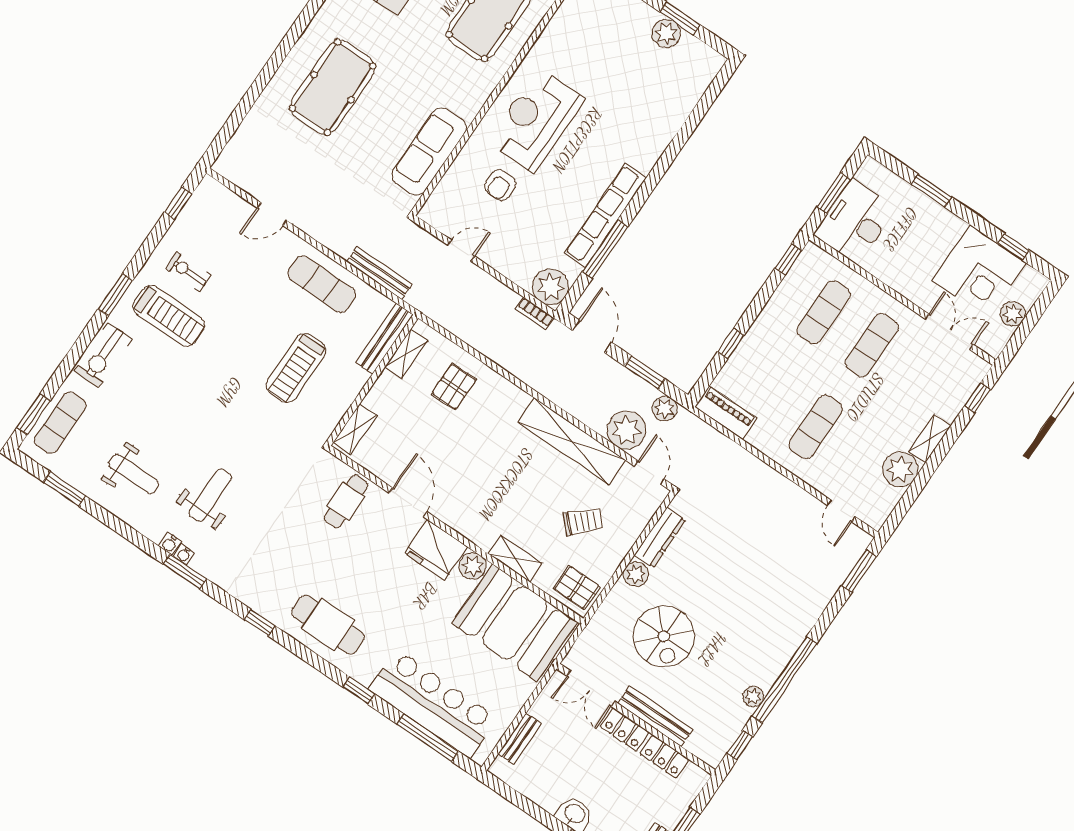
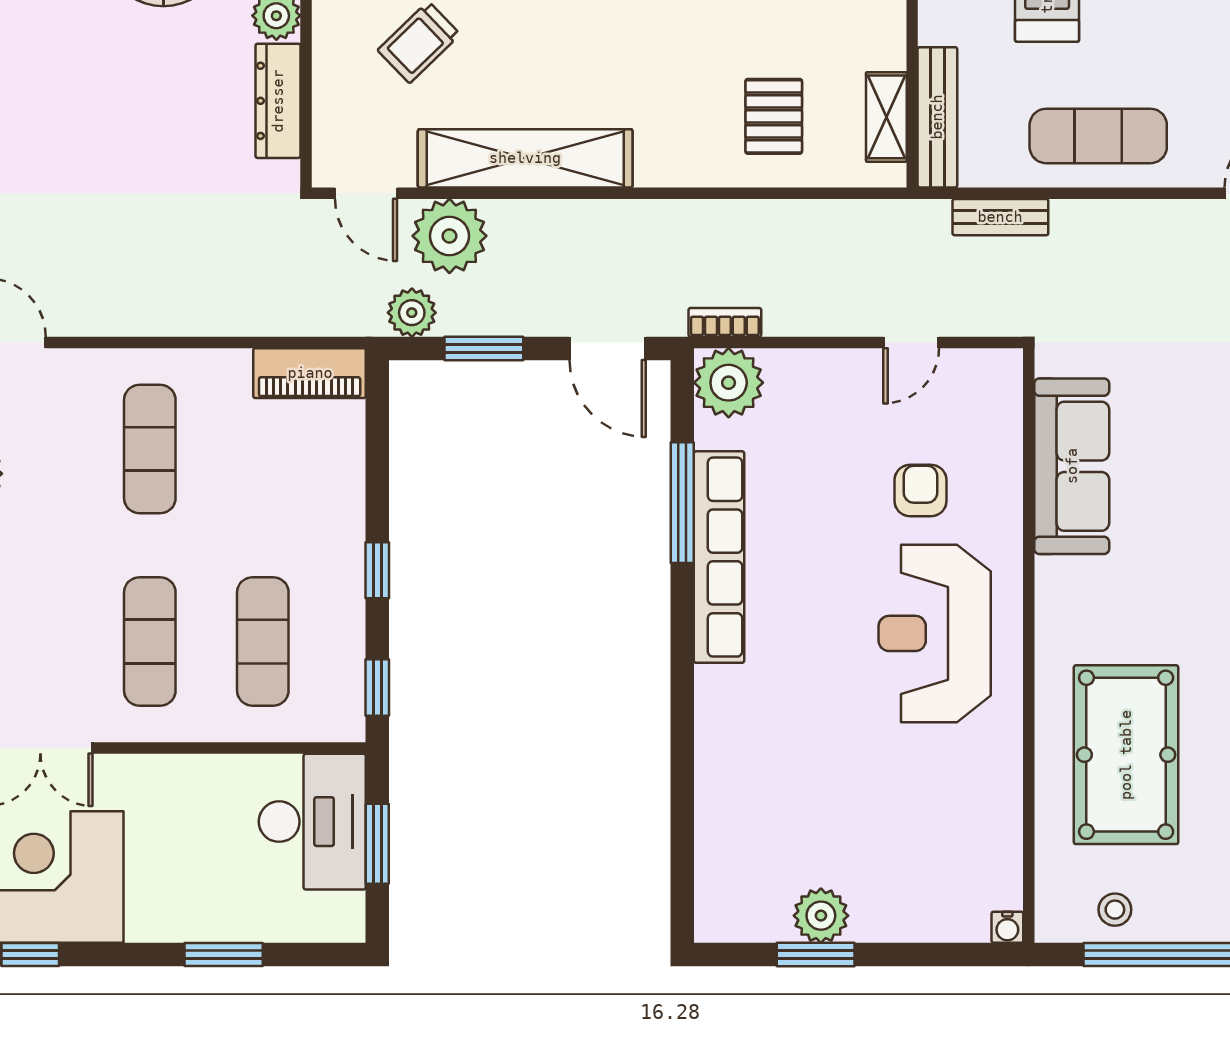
reception desk: (536, 120) -> (935, 633), turned 180
bench: (379, 273) -> (1000, 217), width x0.73
window: (731, 344) -> (377, 570), moved

